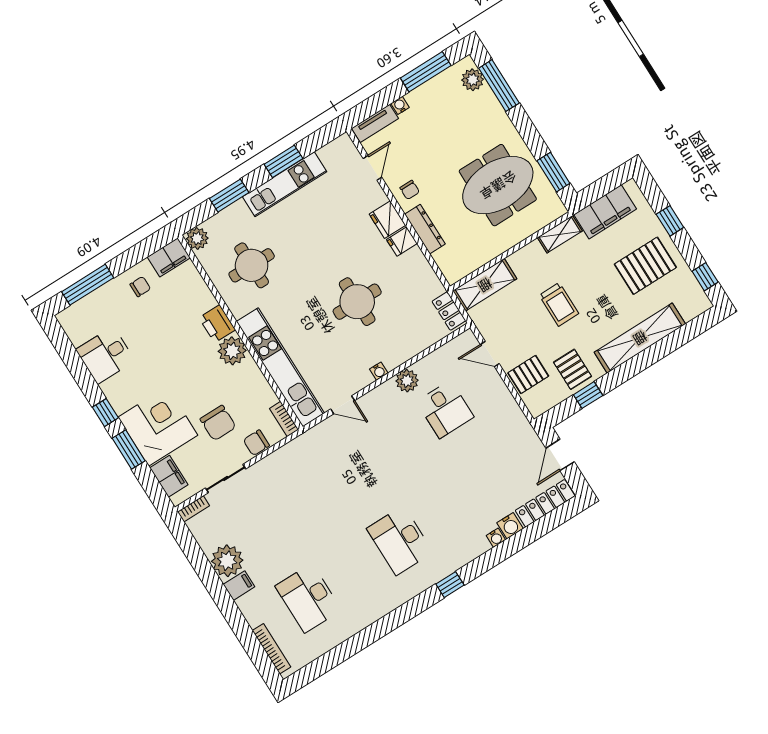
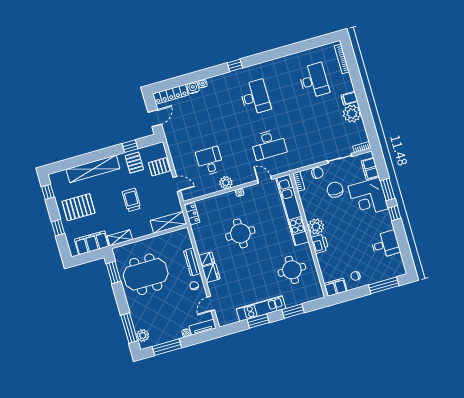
plant: (197, 238) -> (317, 293), removed
desk: (354, 467) -> (269, 144), added

